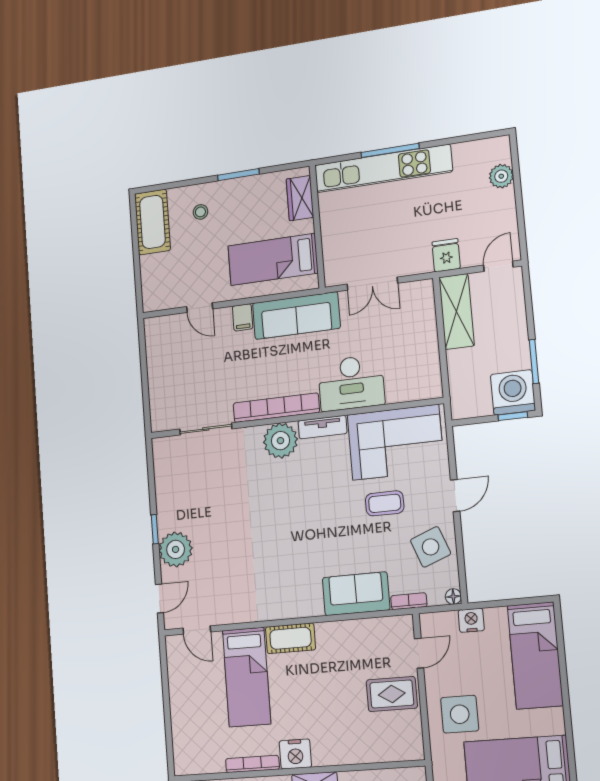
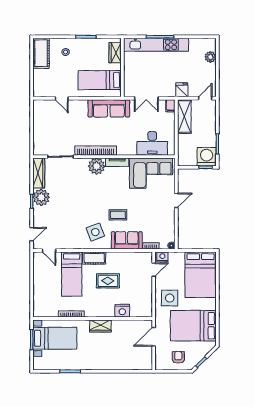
filing cabinet: (243, 317) -> (170, 106), moved
desk: (351, 383) -> (152, 143), moved
wardrobe: (165, 468) -> (39, 173), added
coffee table: (385, 503) -> (118, 215), moved
side table: (431, 547) -> (95, 232), moved
plant: (176, 549) -> (41, 197), moved
nightstand: (471, 620) -> (162, 257), moved
bed: (535, 655) -> (201, 275), width x1.50
rug: (392, 694) -> (108, 281), moved
nightstand: (295, 754) -> (122, 311), moved

